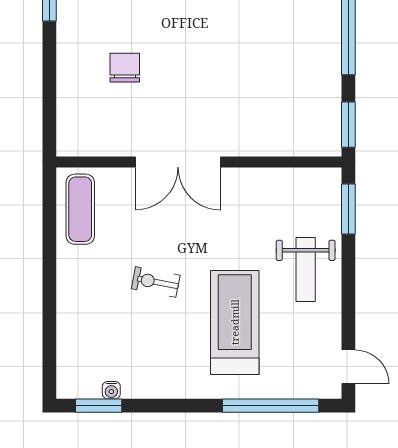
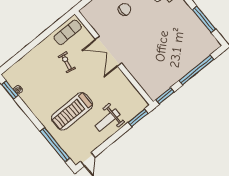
exercise bike: (156, 282) -> (67, 62), moved
treadmill: (235, 322) -> (72, 111), turned 180

